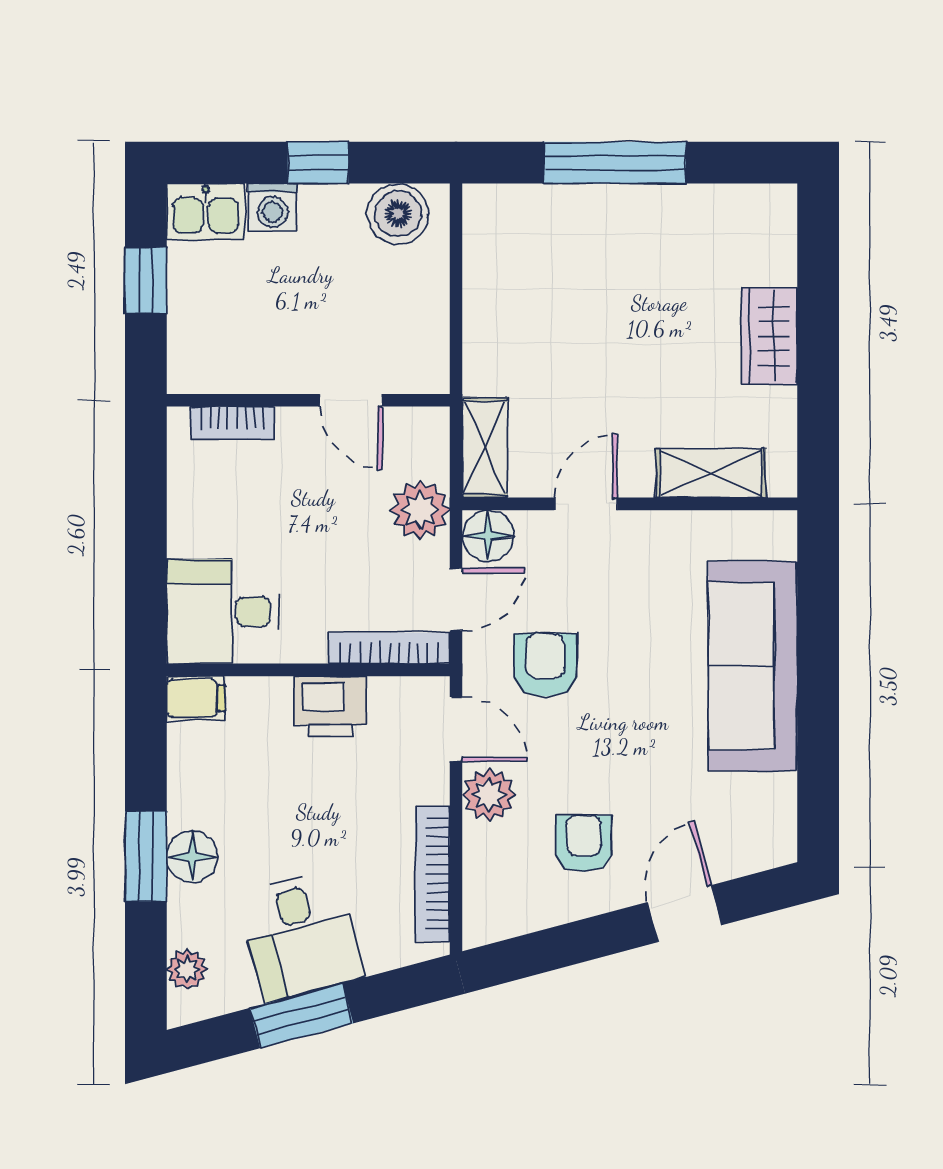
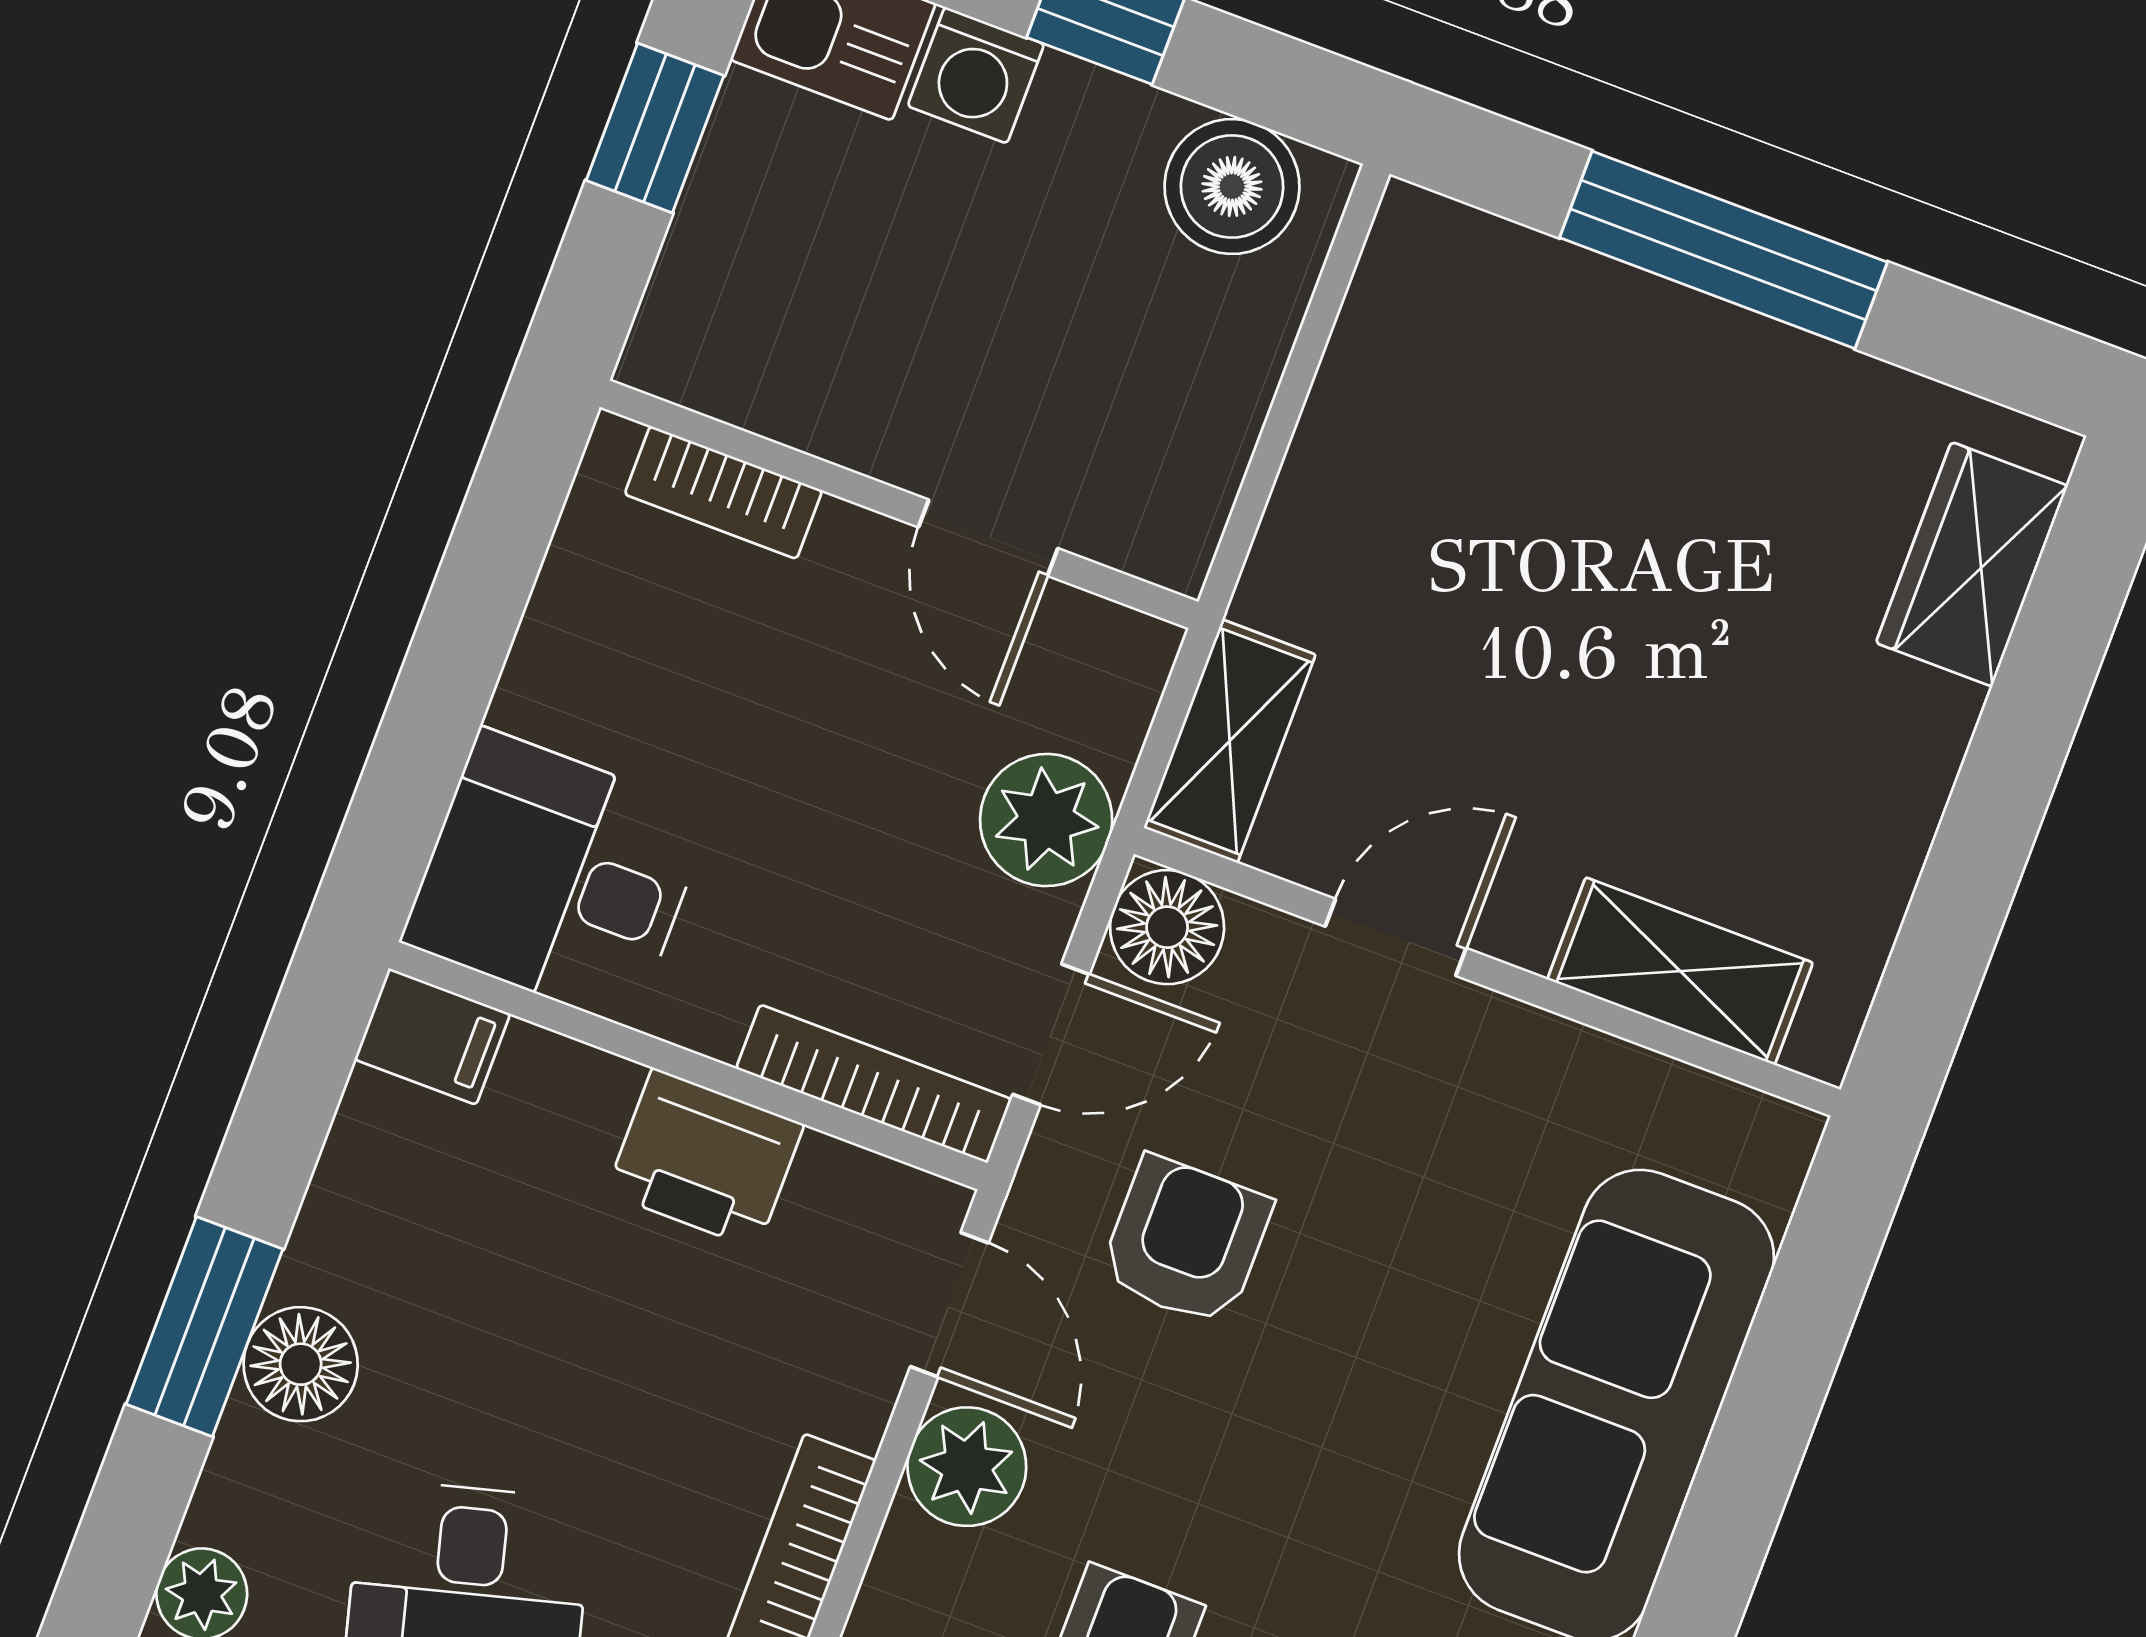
wardrobe: (769, 336) -> (1972, 564), moved

